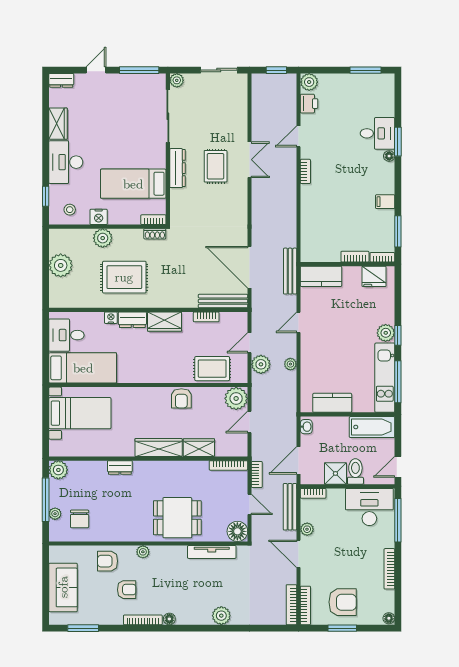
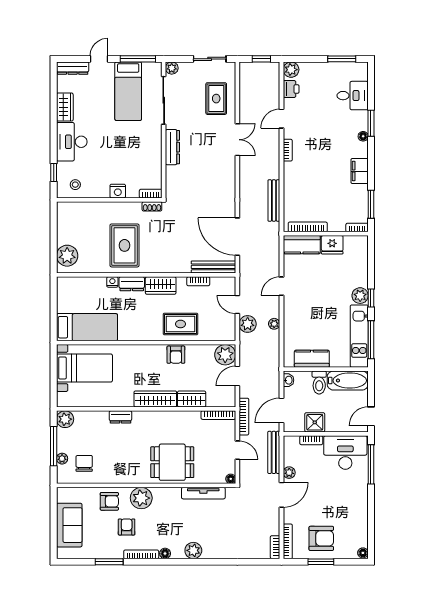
dresser: (61, 80) -> (73, 68), width x1.44
desk: (377, 133) -> (353, 96), moved
rug: (216, 166) -> (216, 99), moved
bed: (133, 184) -> (128, 91), moved, turned -90
filing cabinet: (385, 202) -> (360, 171), width x2.00
nightstand: (99, 217) -> (118, 191), moved
plant: (103, 238) -> (105, 210), removed
bookcase: (355, 257) -> (308, 227), moved, width x1.56
plant: (61, 265) -> (67, 256), moved
bench: (290, 271) -> (274, 201), moved
fridge: (374, 276) -> (332, 245), moved
rug: (124, 277) -> (124, 245), turned 90
desk: (66, 335) -> (72, 298), removed
door: (250, 343) -> (237, 305), hinge flipped
rug: (212, 369) -> (180, 324), moved
toilet: (355, 471) -> (319, 383), moved, turned 180
bookcase: (257, 474) -> (244, 417), width x1.56
bookcase: (313, 493) -> (311, 440), moved
chair: (80, 519) -> (84, 463), turned 180
floor lamp: (237, 531) -> (231, 479), width x0.53, depth x0.53
plant: (143, 552) -> (141, 498), width x1.87, depth x1.87
door: (299, 554) -> (281, 495), swing flipped
armchair: (108, 561) -> (109, 501), turned 180
bookcase: (389, 569) -> (363, 508), removed
armchair: (127, 590) -> (127, 527), turned -90
bookcase: (291, 605) -> (275, 547), width x0.64
plant: (221, 616) -> (193, 550), moved
window: (83, 628) -> (109, 562), moved

